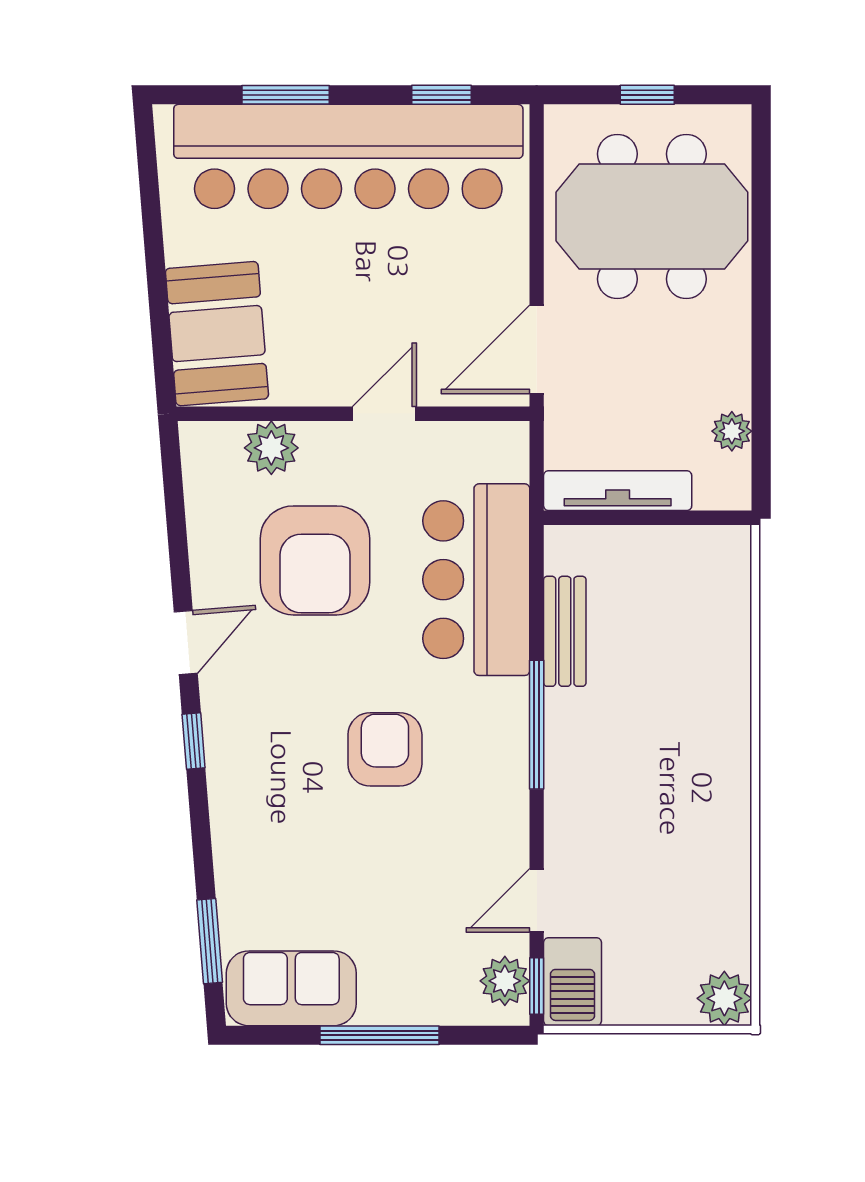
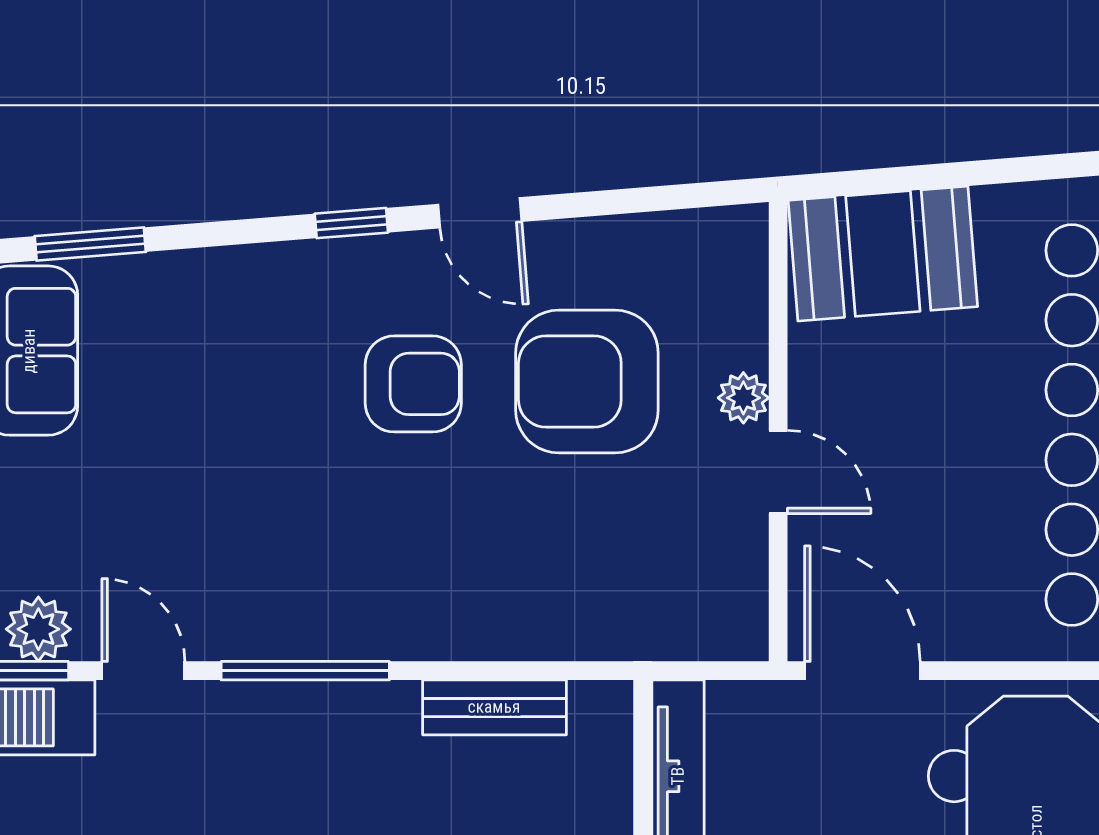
plant: (271, 448) -> (743, 398), moved, width x0.73, depth x0.73
bar counter: (476, 580) -> (562, 592), removed
window: (537, 725) -> (305, 671), moved
armchair: (385, 749) -> (413, 384), moved

